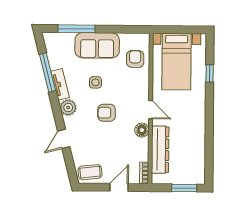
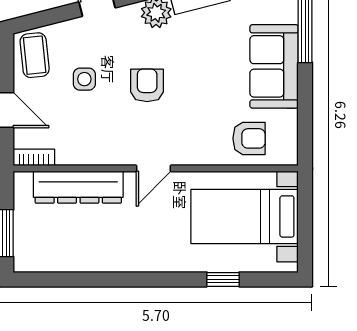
side table: (95, 82) -> (84, 79), moved
floor lamp: (142, 130) -> (115, 152), removed

